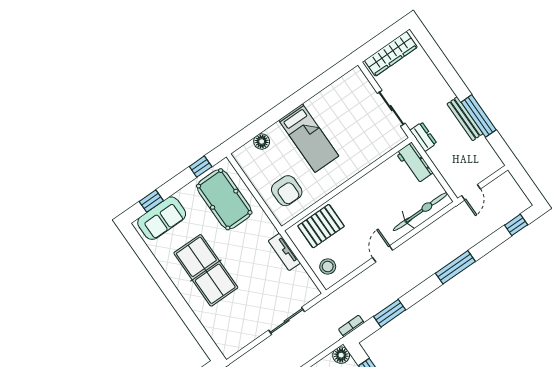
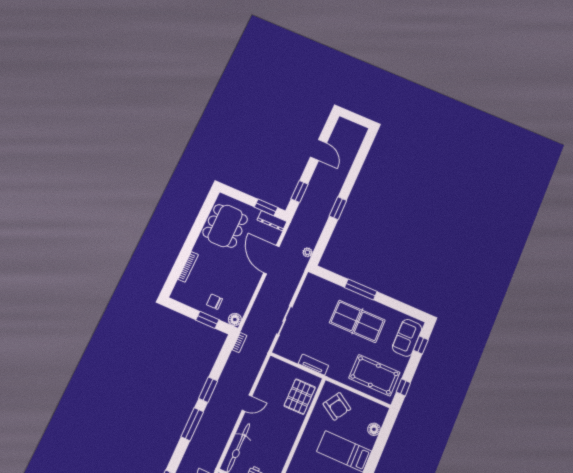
armchair: (287, 191) -> (337, 406), turned -148
door: (383, 254) -> (247, 403), hinge flipped
stool: (328, 267) -> (279, 372), removed
window: (179, 304) -> (361, 290), added
window: (390, 313) -> (208, 390), moved

